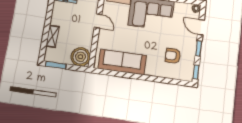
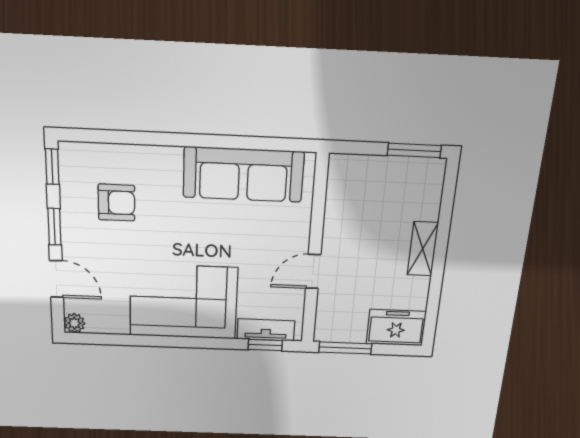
door: (98, 21) -> (313, 271), hinge flipped
shelving: (52, 36) -> (423, 249), moved
boiler: (80, 57) -> (352, 178), removed

